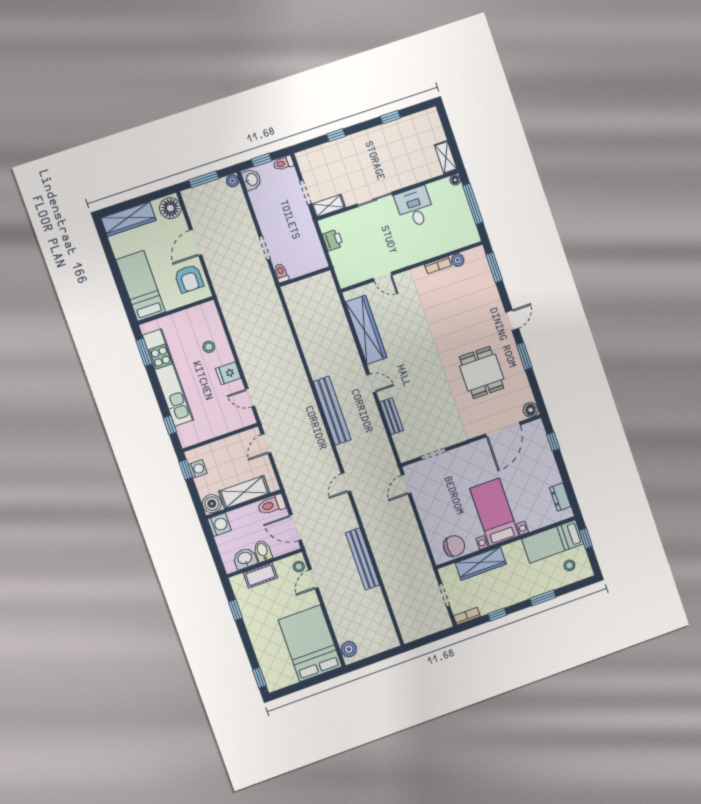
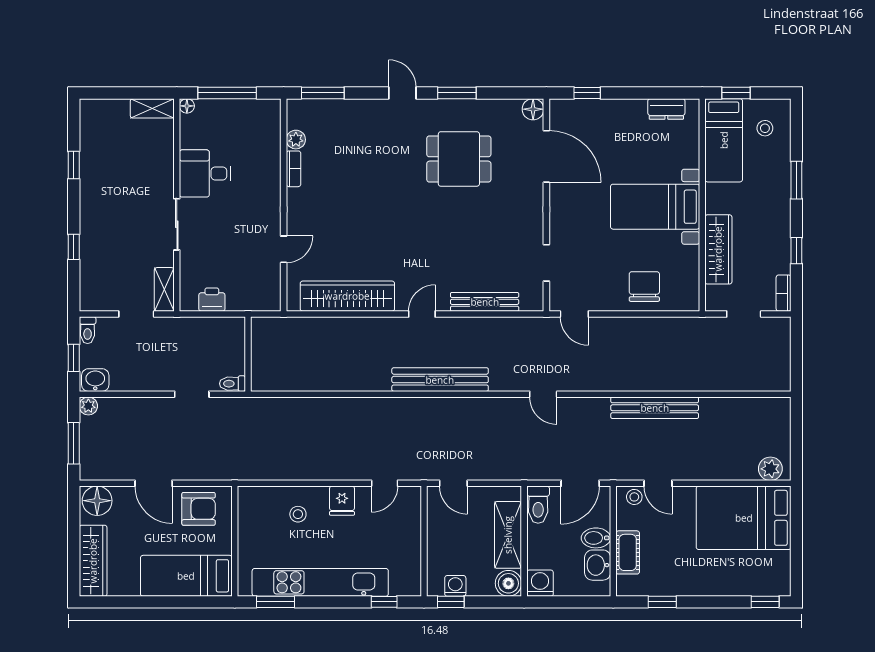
bench: (392, 416) -> (485, 302), width x1.36
chair: (454, 546) -> (644, 287), moved

